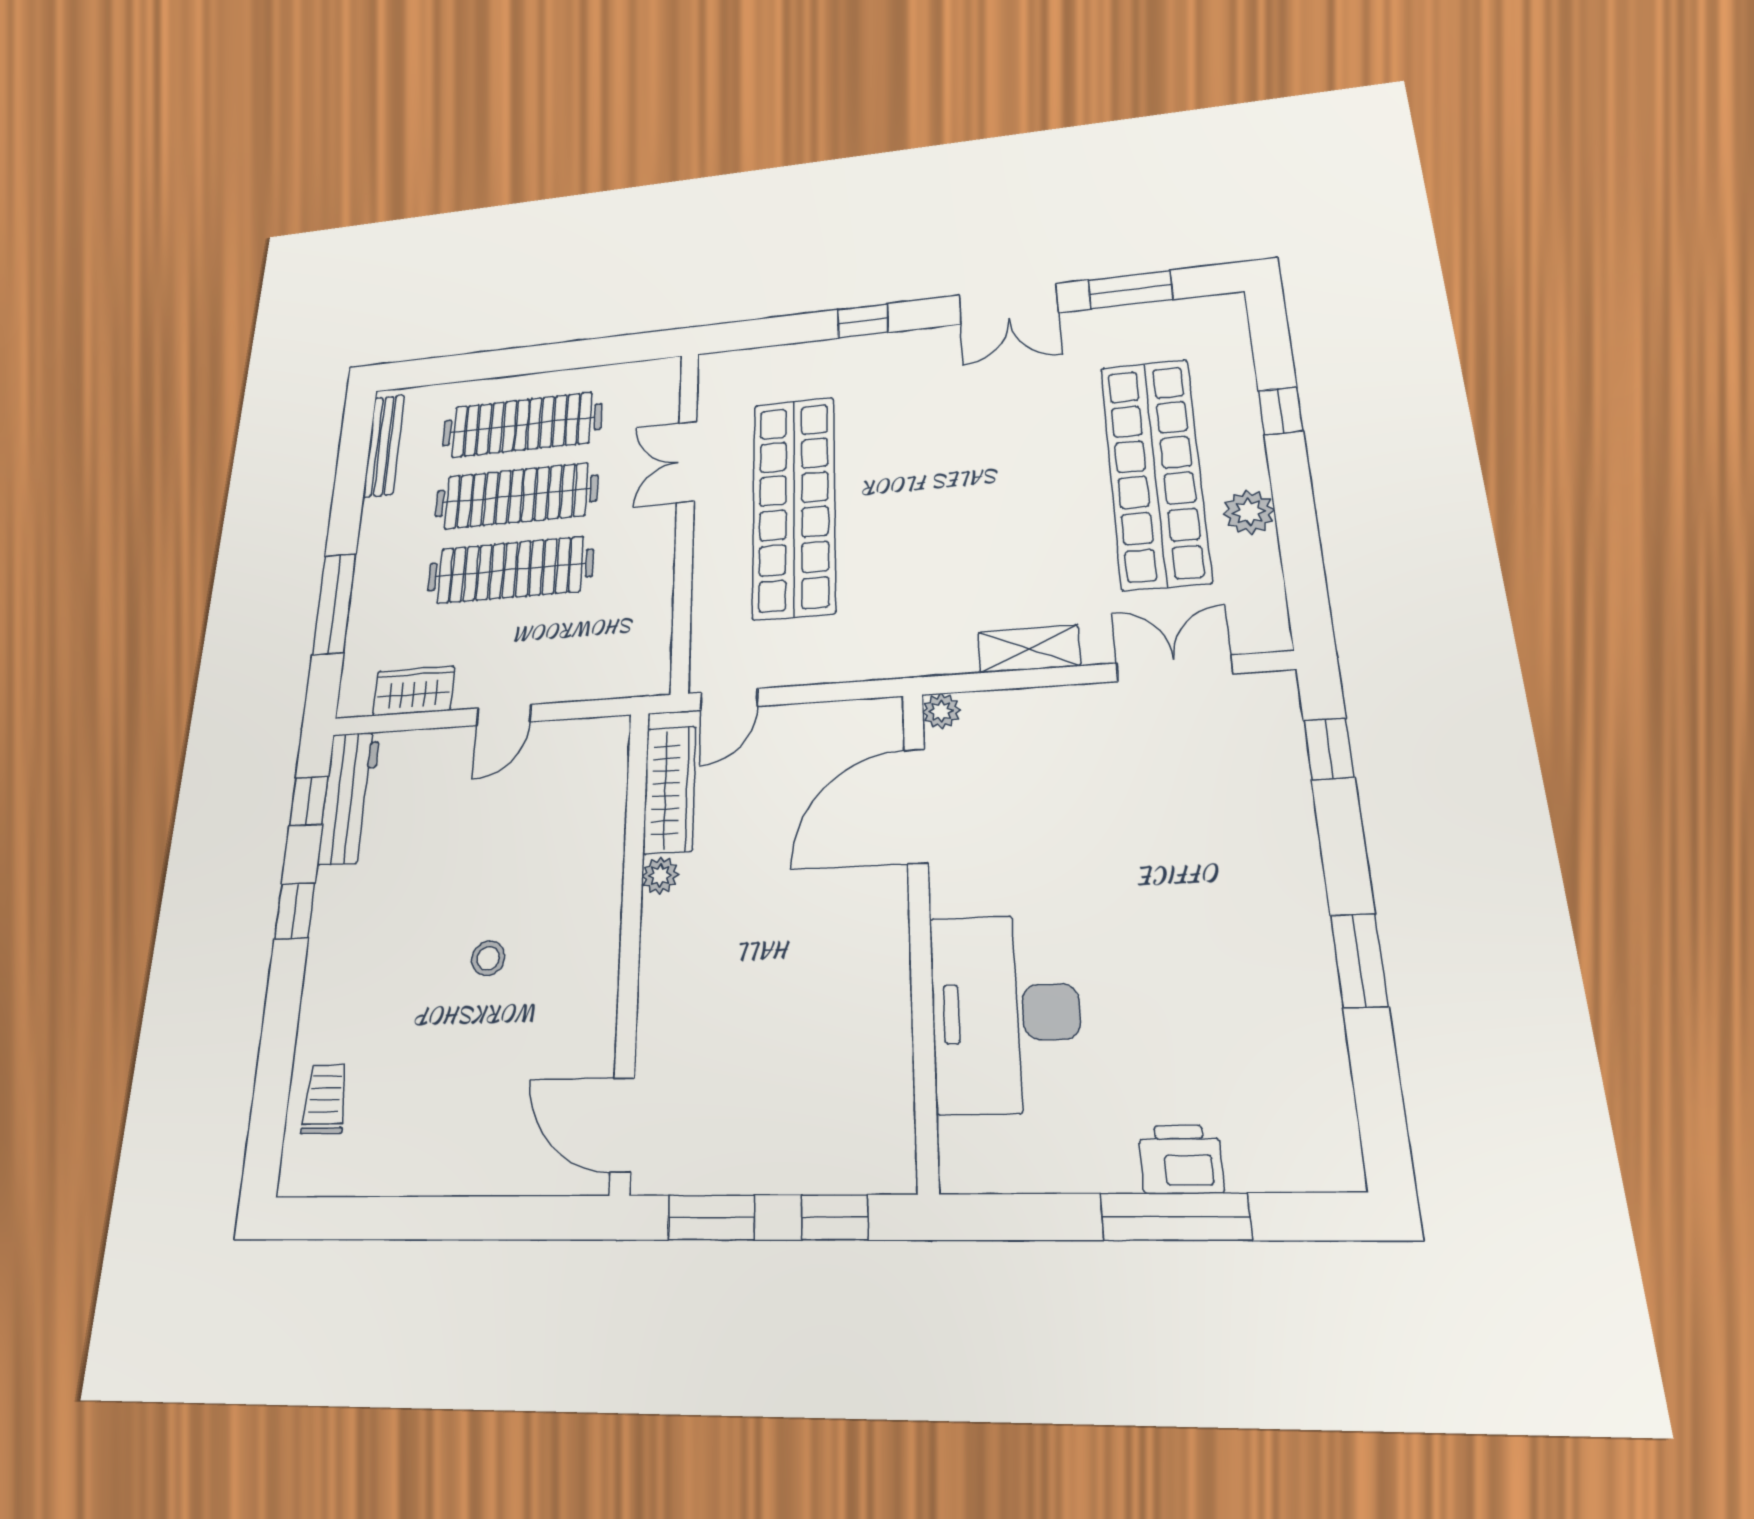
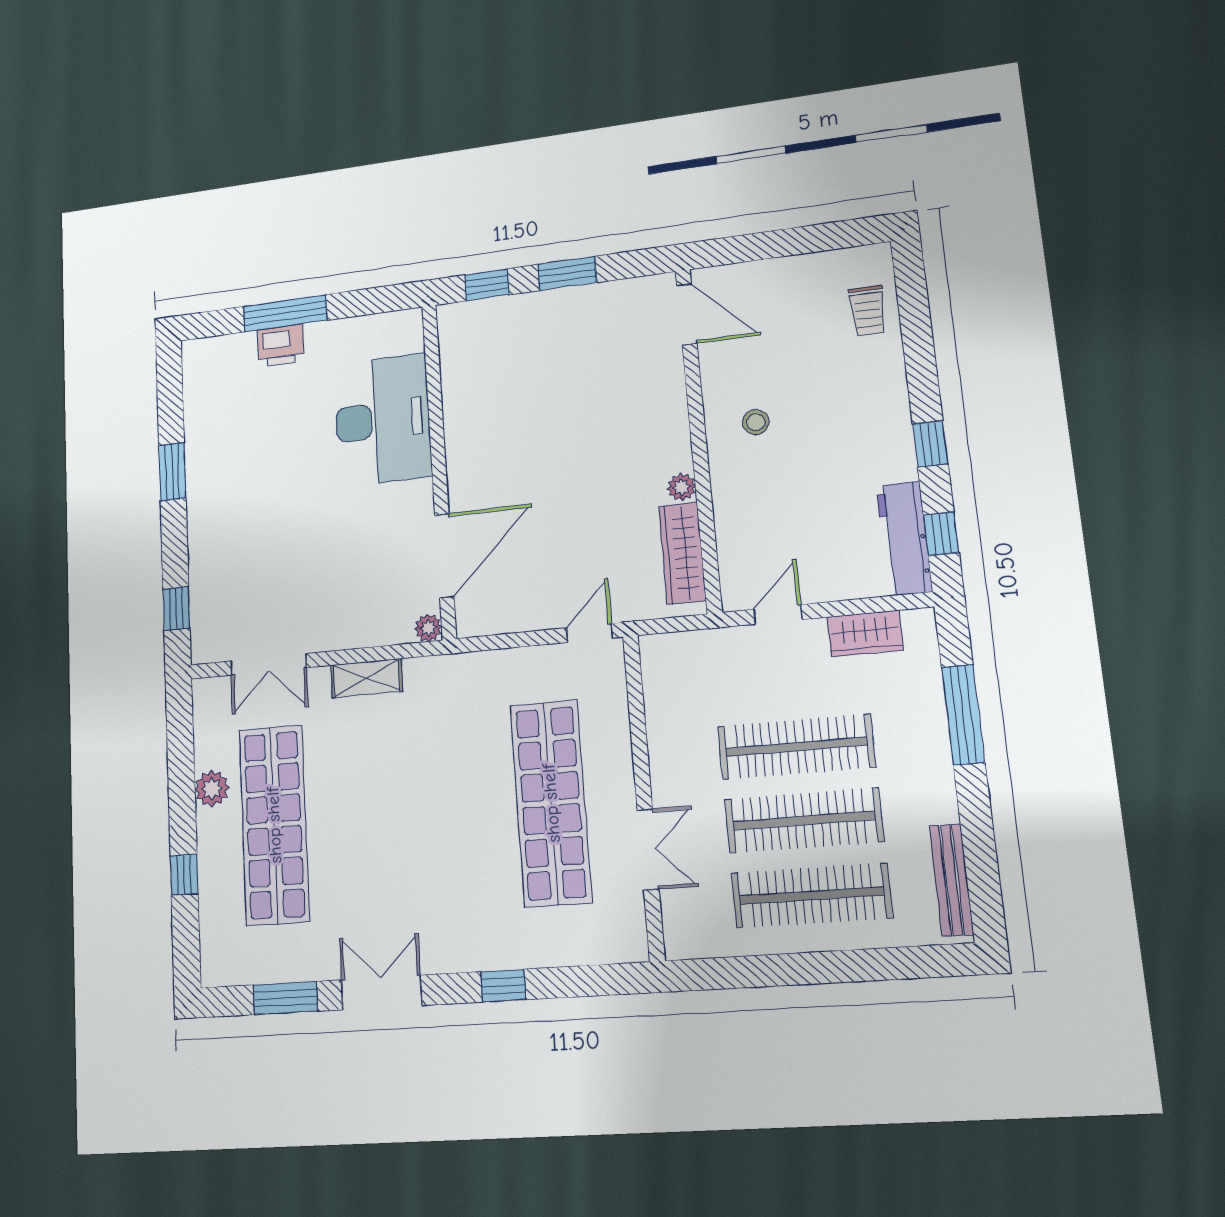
wardrobe: (670, 789) -> (682, 553), moved
plant: (660, 875) -> (682, 487), moved
wall: (630, 940) -> (698, 438), moved
door: (622, 1125) -> (687, 314), moved

